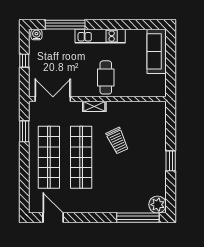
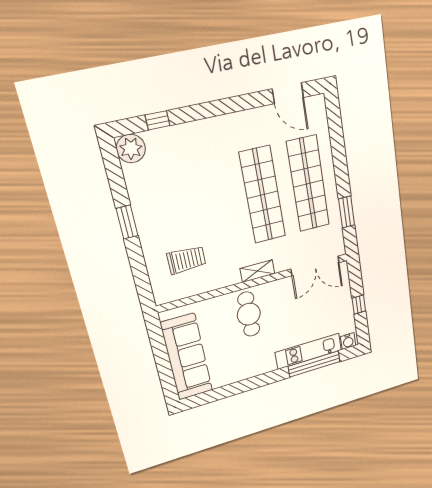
kitchen unit: (100, 36) -> (309, 351), moved
sofa: (157, 51) -> (187, 357), width x1.36, depth x1.27
trolley: (117, 141) -> (186, 260), moved, turned 115
window: (138, 218) -> (157, 120), width x0.32

